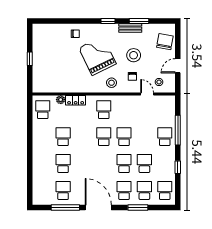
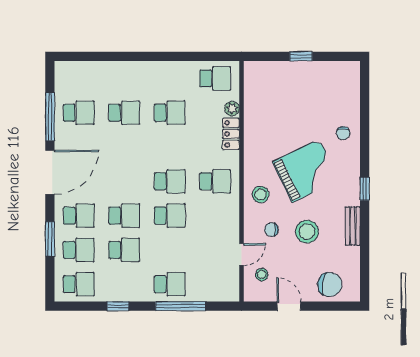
window: (139, 21) -> (365, 241), removed

